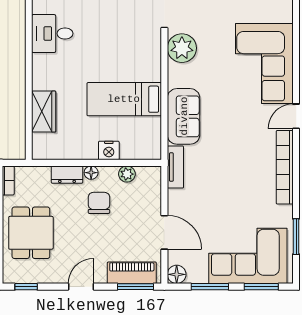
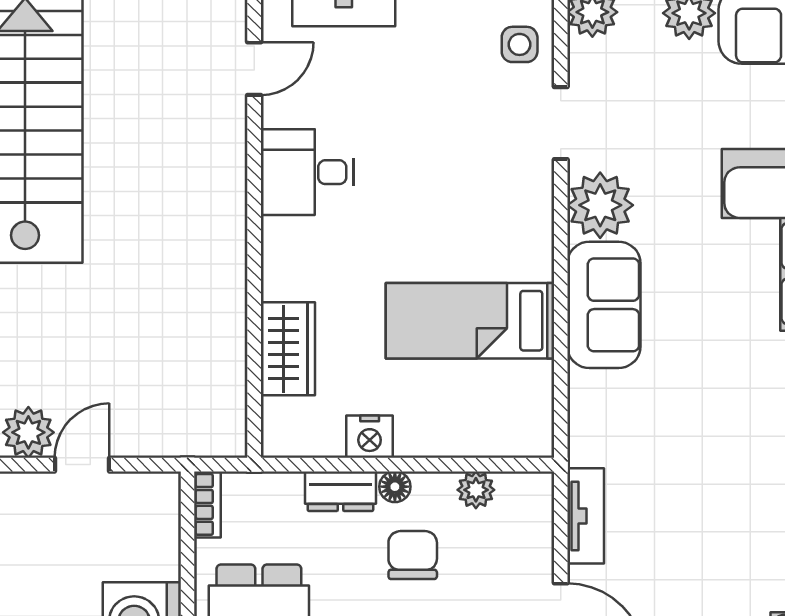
sofa: (184, 116) -> (604, 305), moved
nightstand: (109, 150) -> (370, 437), moved
tv unit: (175, 167) -> (586, 516), moved

